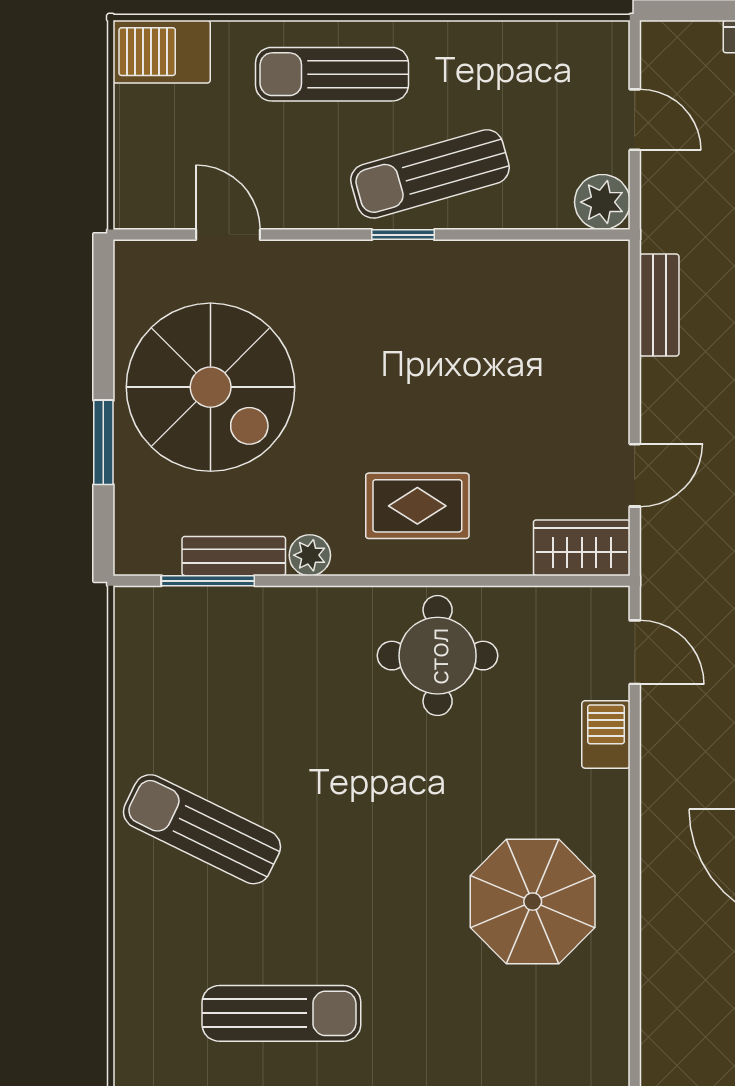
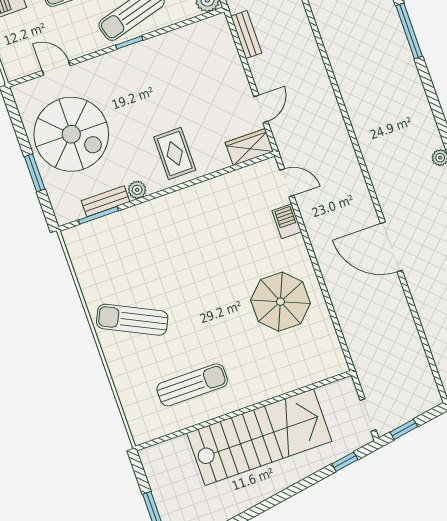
rug: (417, 506) -> (175, 154), turned 90
round table: (438, 656) -> (205, 213), removed

